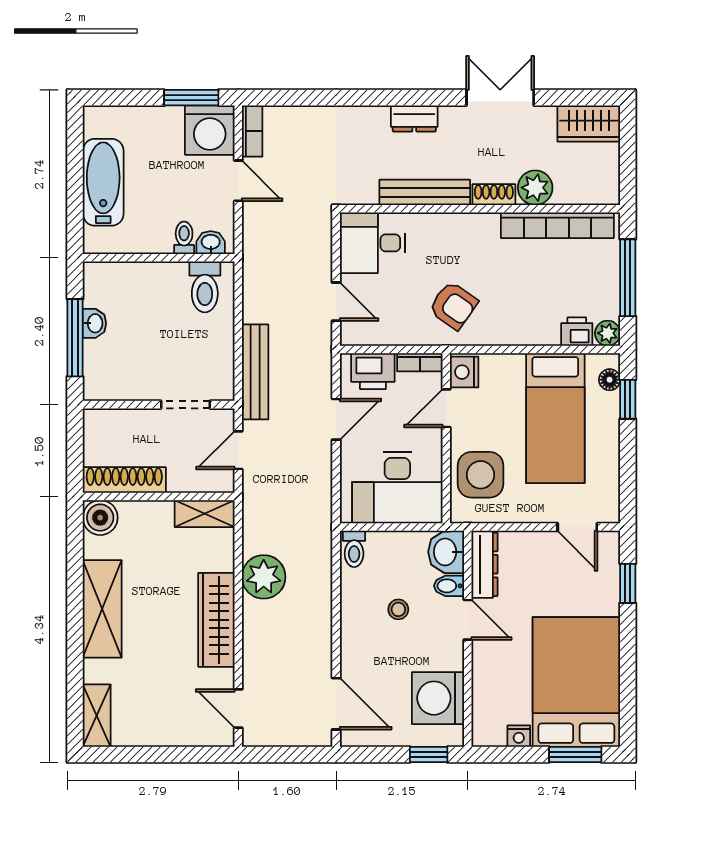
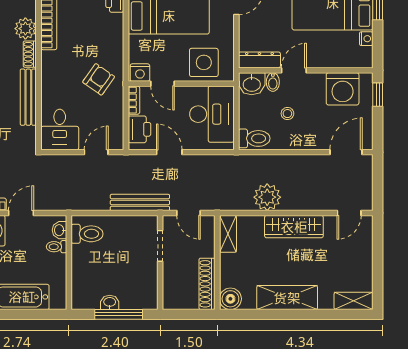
toilet: (354, 549) -> (254, 138), width x1.37, depth x1.39

